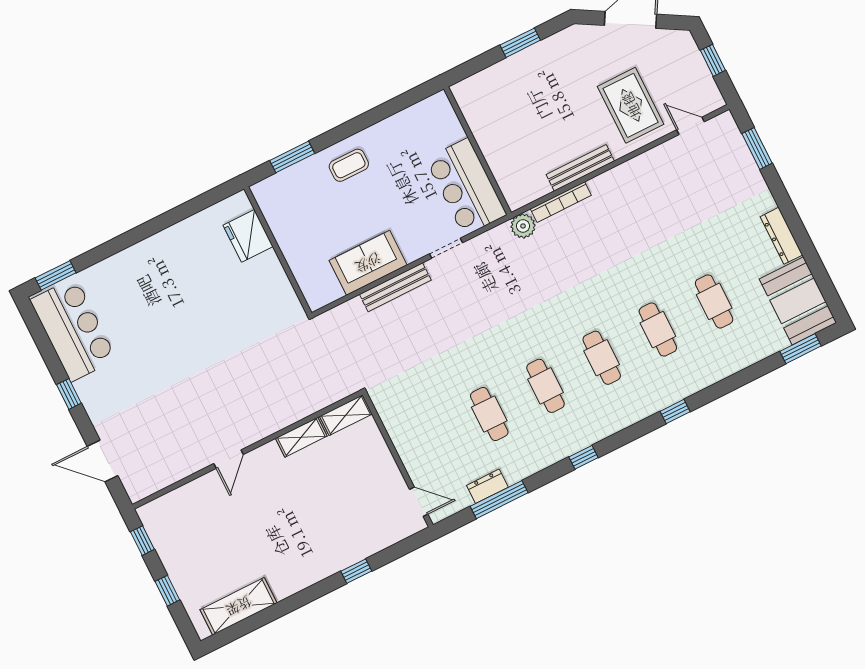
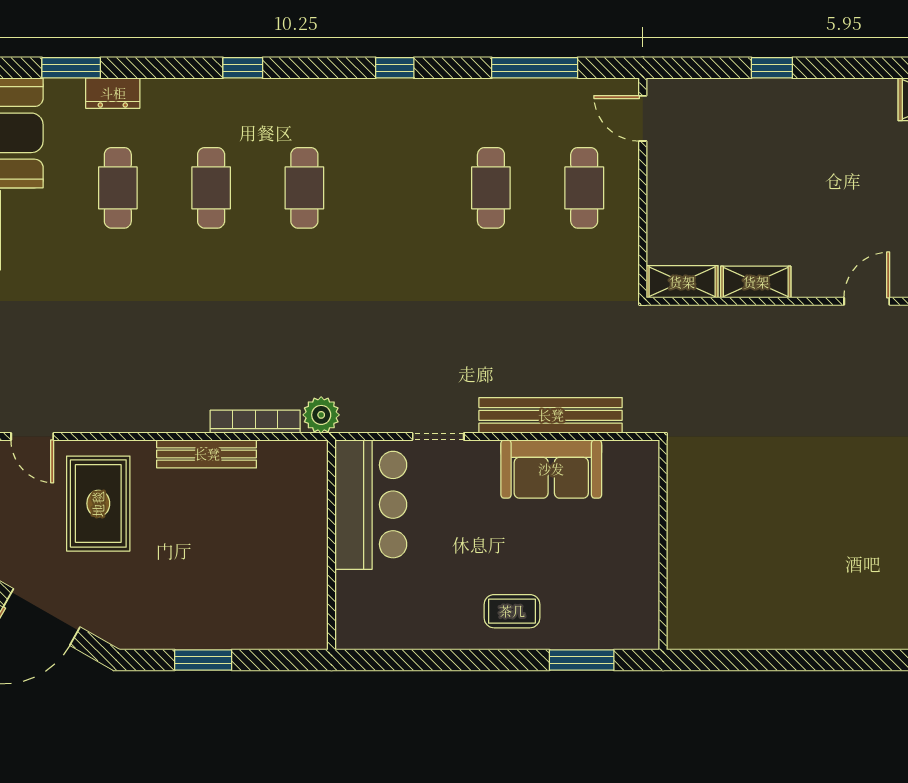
fridge: (248, 236) -> (693, 584), removed
bench: (395, 287) -> (551, 415), width x1.37, depth x1.21
window: (801, 349) -> (71, 68), moved
cafe table: (545, 386) -> (584, 188), moved
dresser: (487, 486) -> (113, 93), moved

